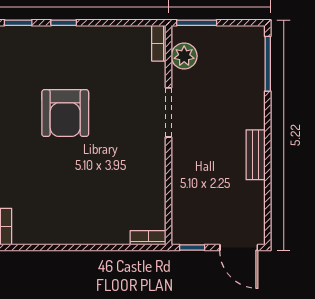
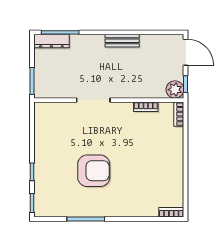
bookcase: (159, 43) -> (146, 107), moved
dresser: (255, 51) -> (51, 41), added
plant: (184, 56) -> (175, 90), moved
door: (239, 247) -> (186, 52), hinge flipped

